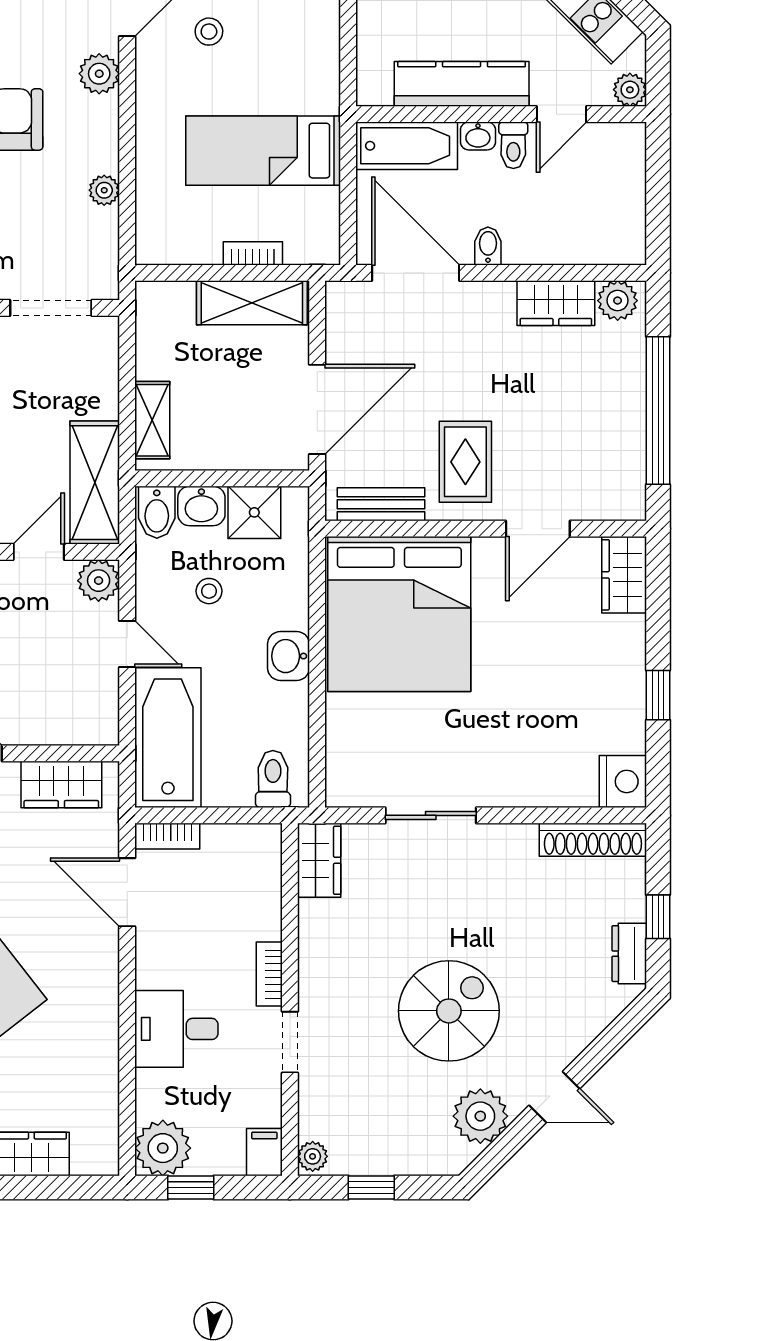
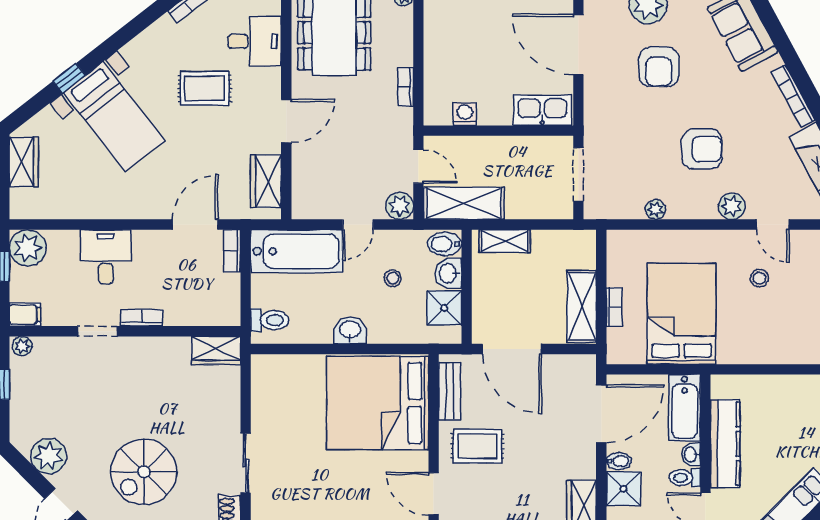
bed: (263, 151) -> (681, 314), width x1.50
shower: (530, 239) -> (623, 489), added
sliding door: (431, 815) -> (246, 463), moved
spiral stairs: (449, 1011) -> (144, 472), moved, turned 90

